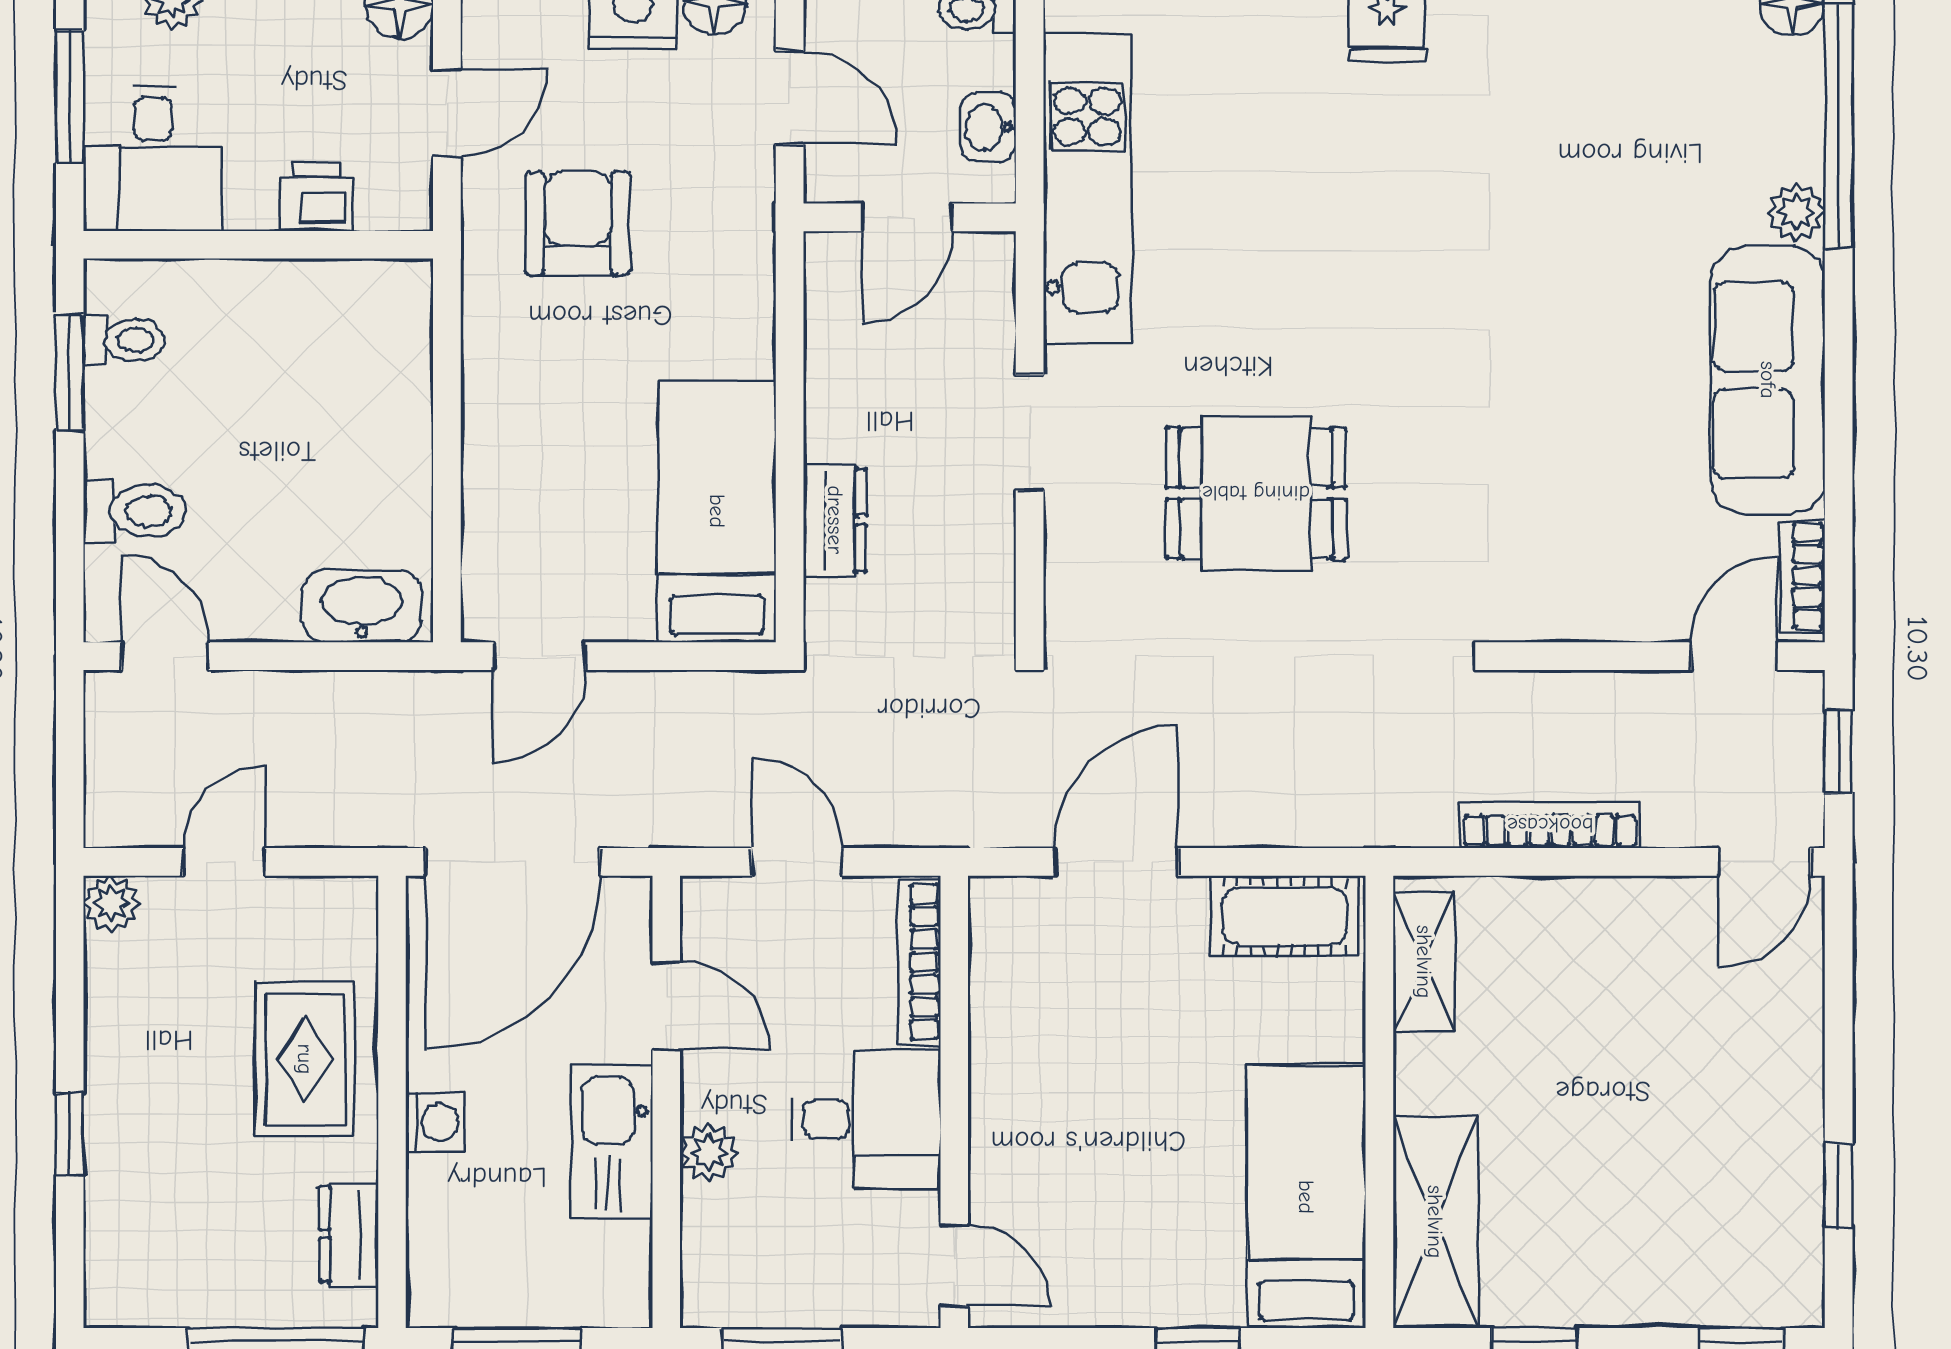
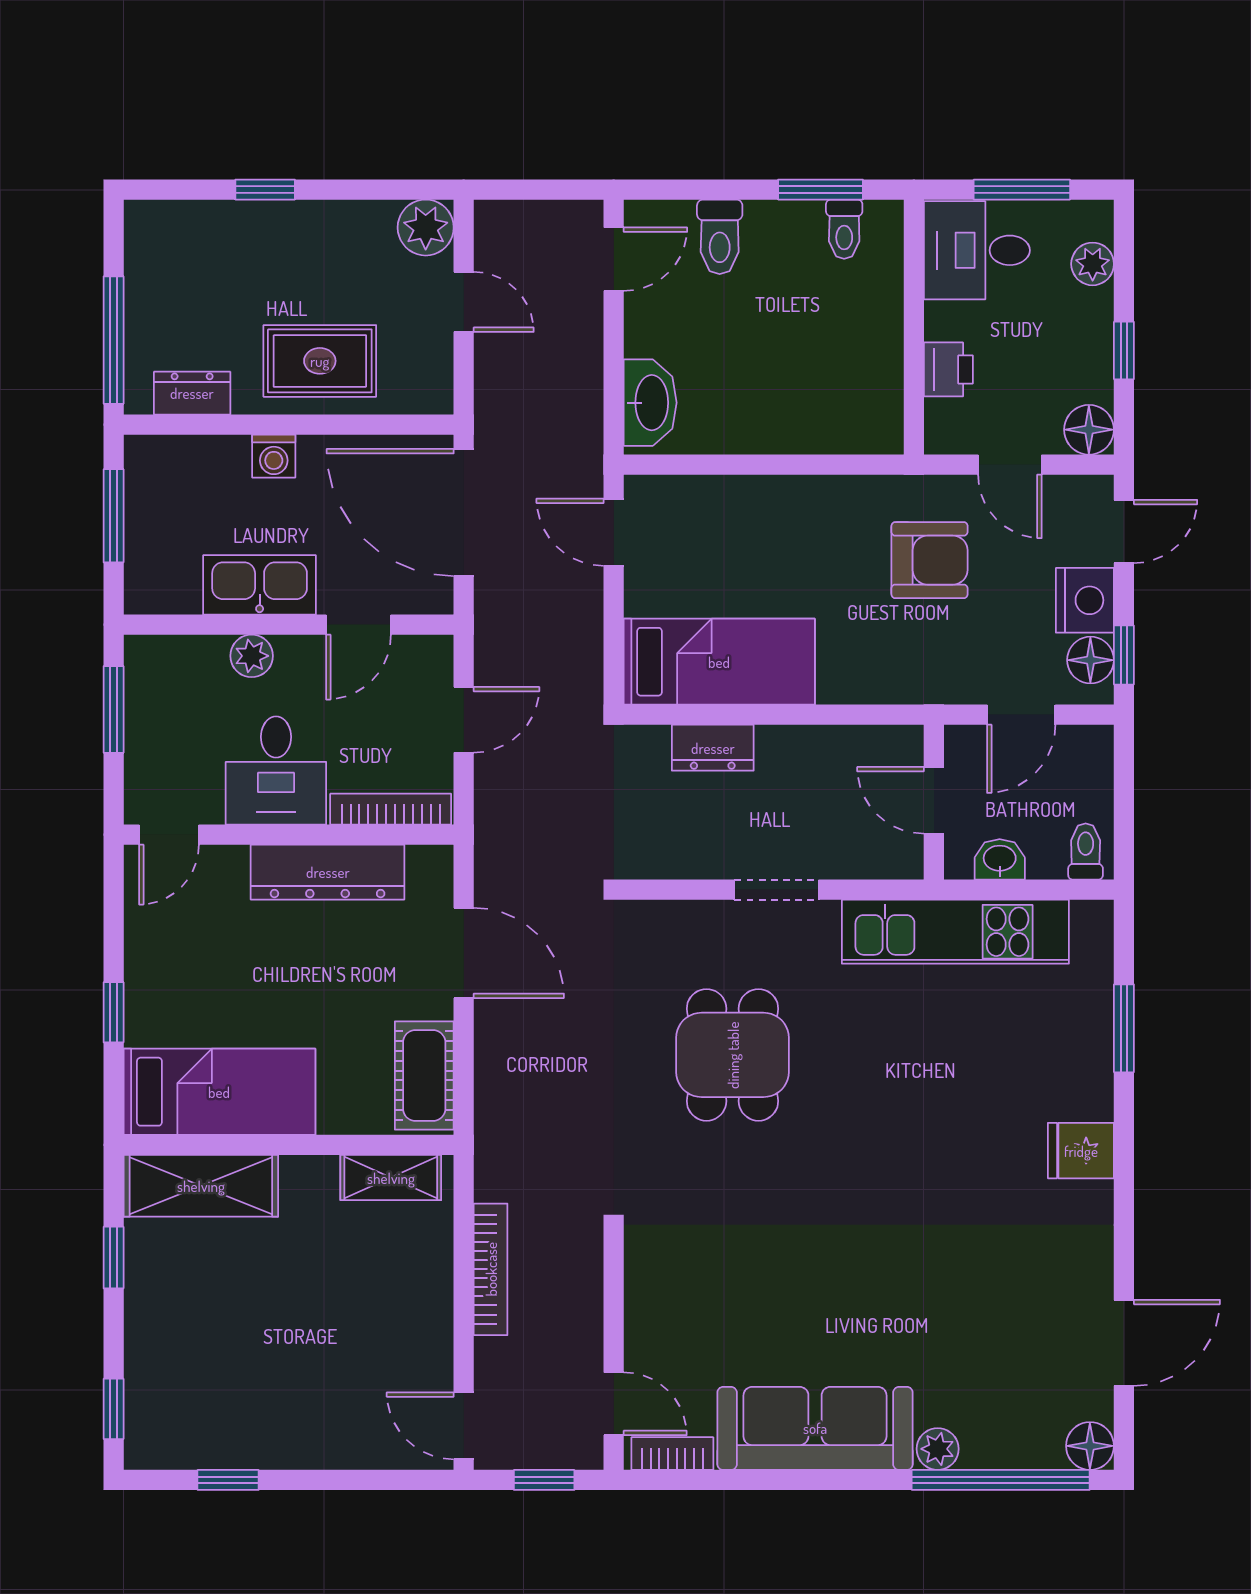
plant: (111, 903) -> (426, 228), width x1.38, depth x1.38
dresser: (1006, 1048) -> (328, 872), added

